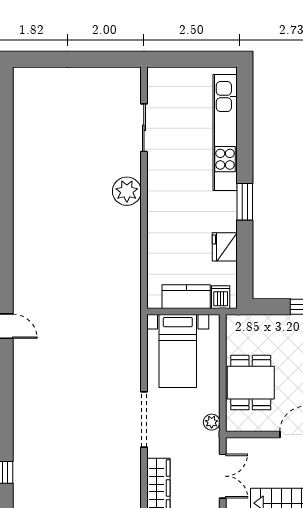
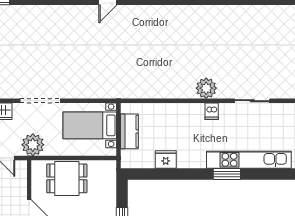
window: (245, 202) -> (227, 174), moved
dishwasher: (221, 297) -> (212, 111), moved, turned 90
plant: (212, 422) -> (33, 145), width x1.88, depth x1.88

